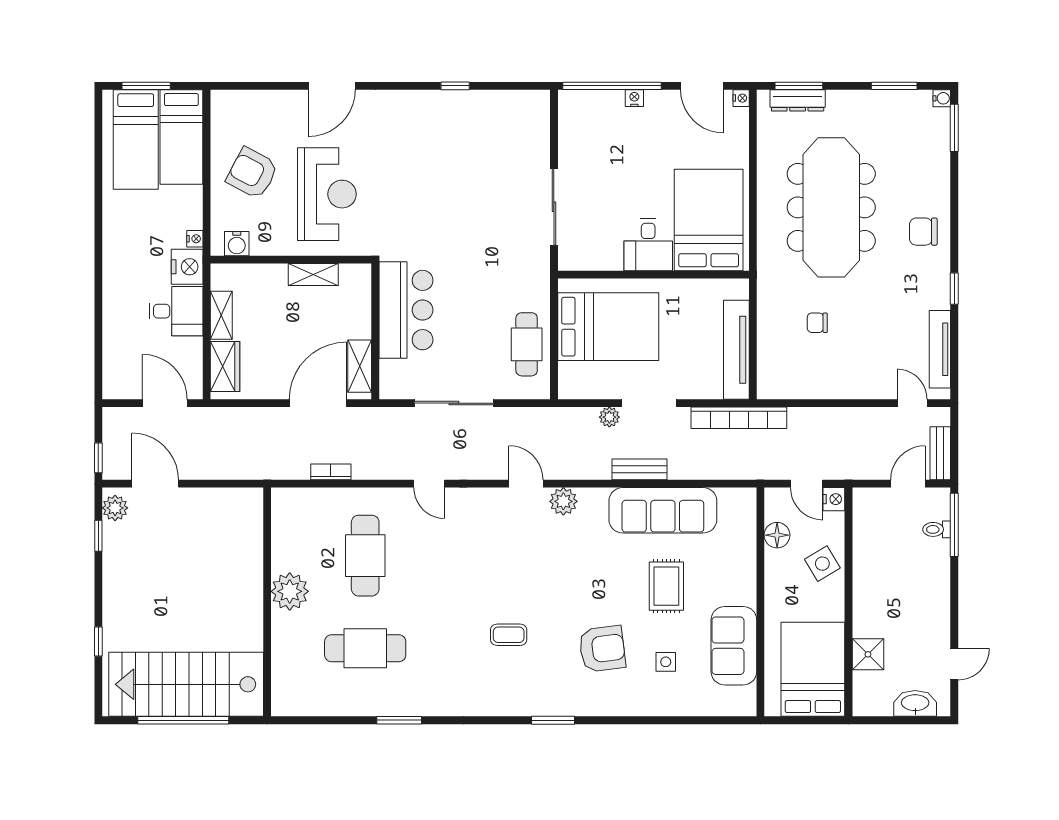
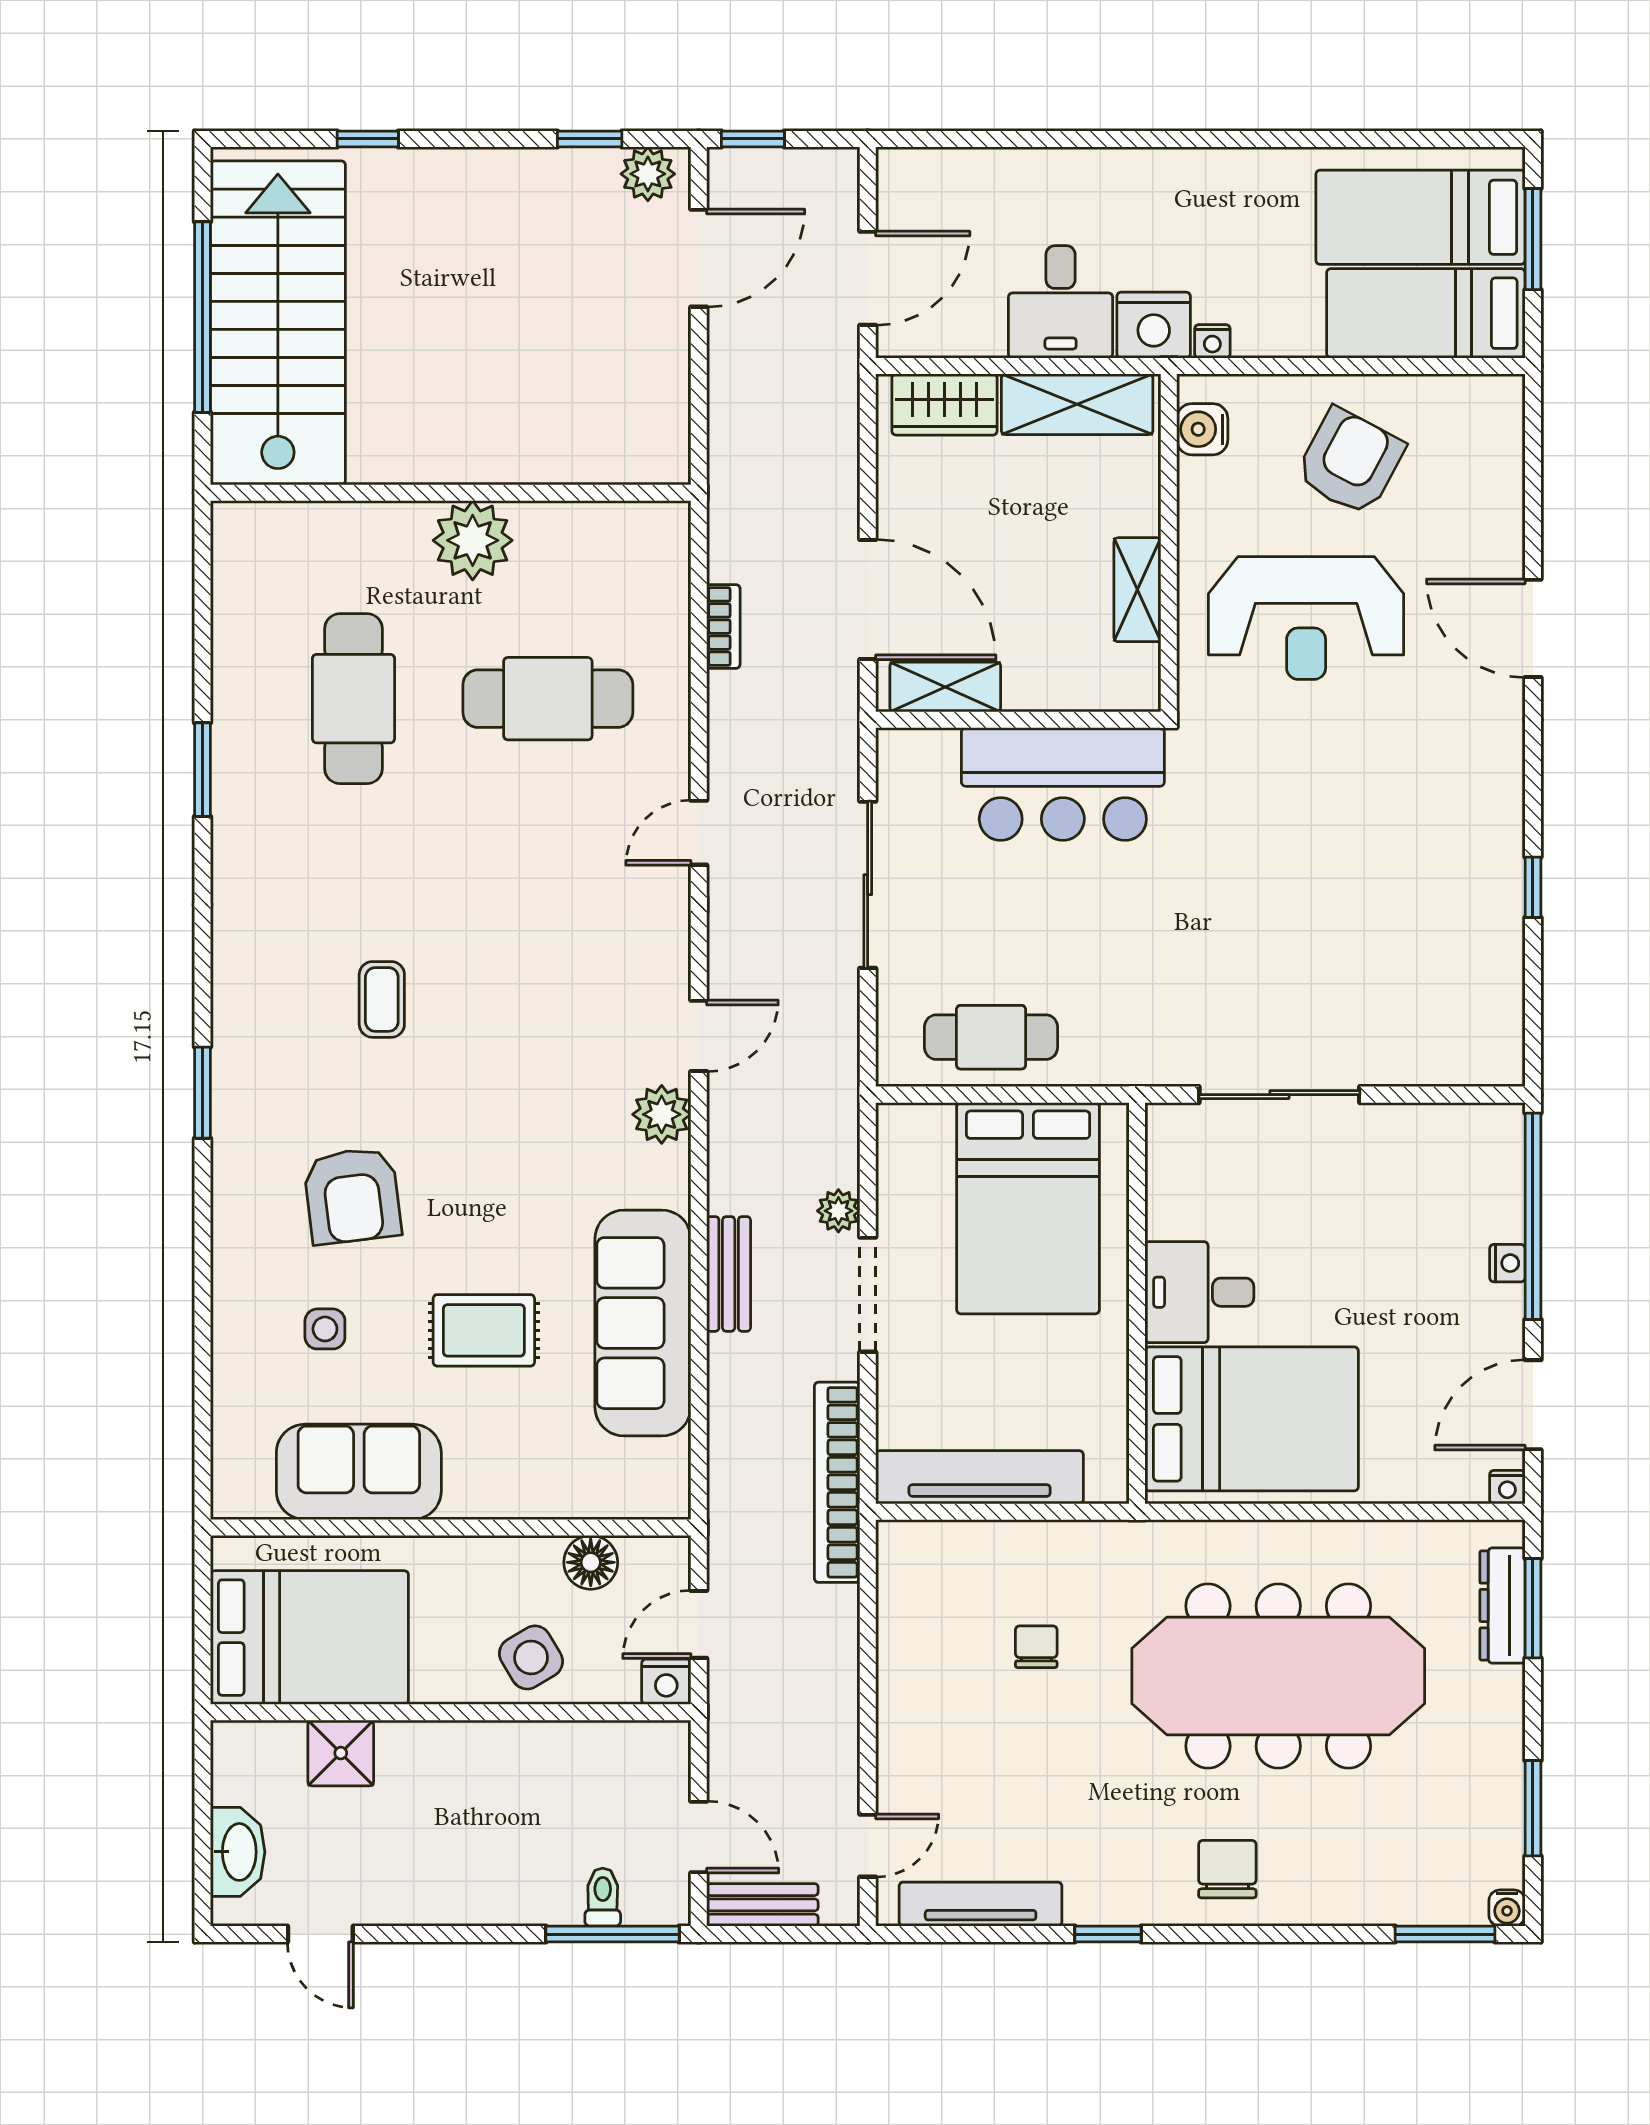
shelving: (221, 315) -> (1077, 404), width x1.50, depth x1.33

